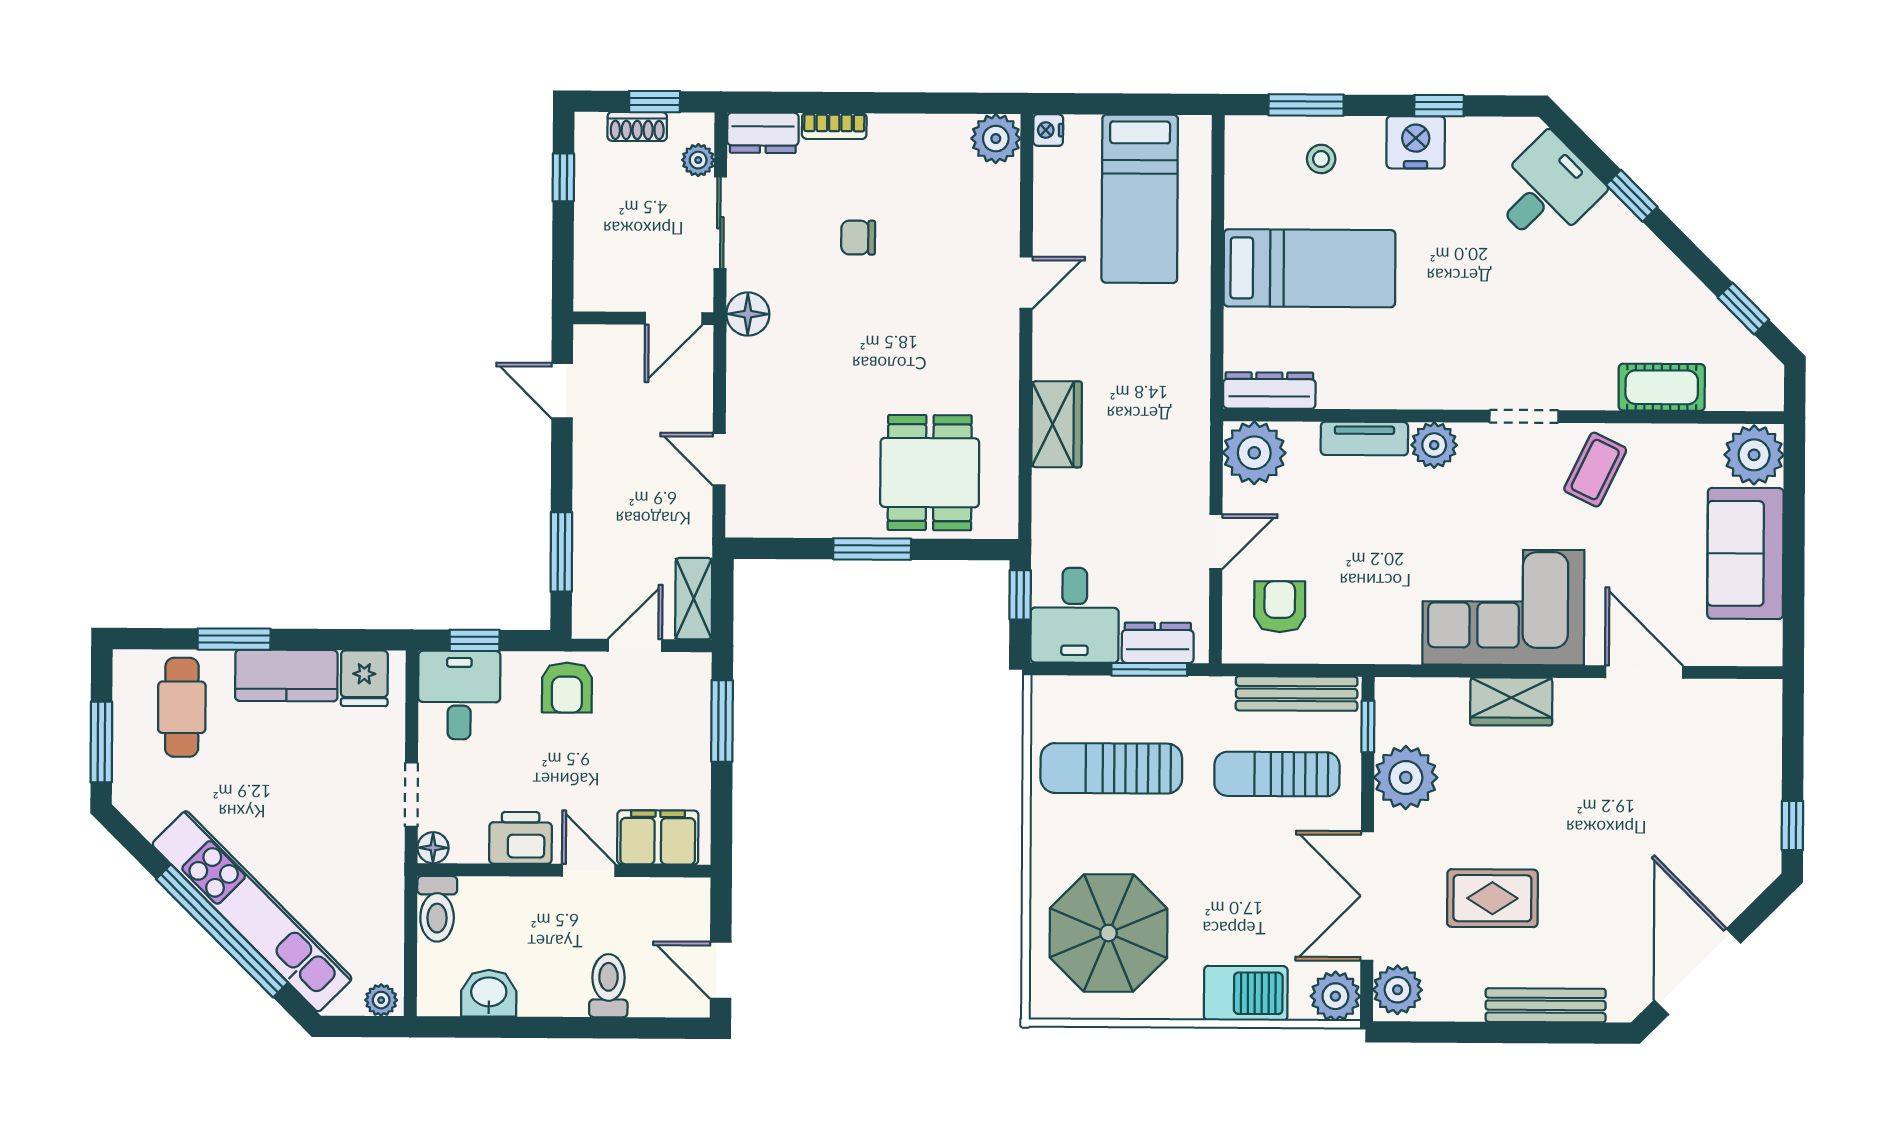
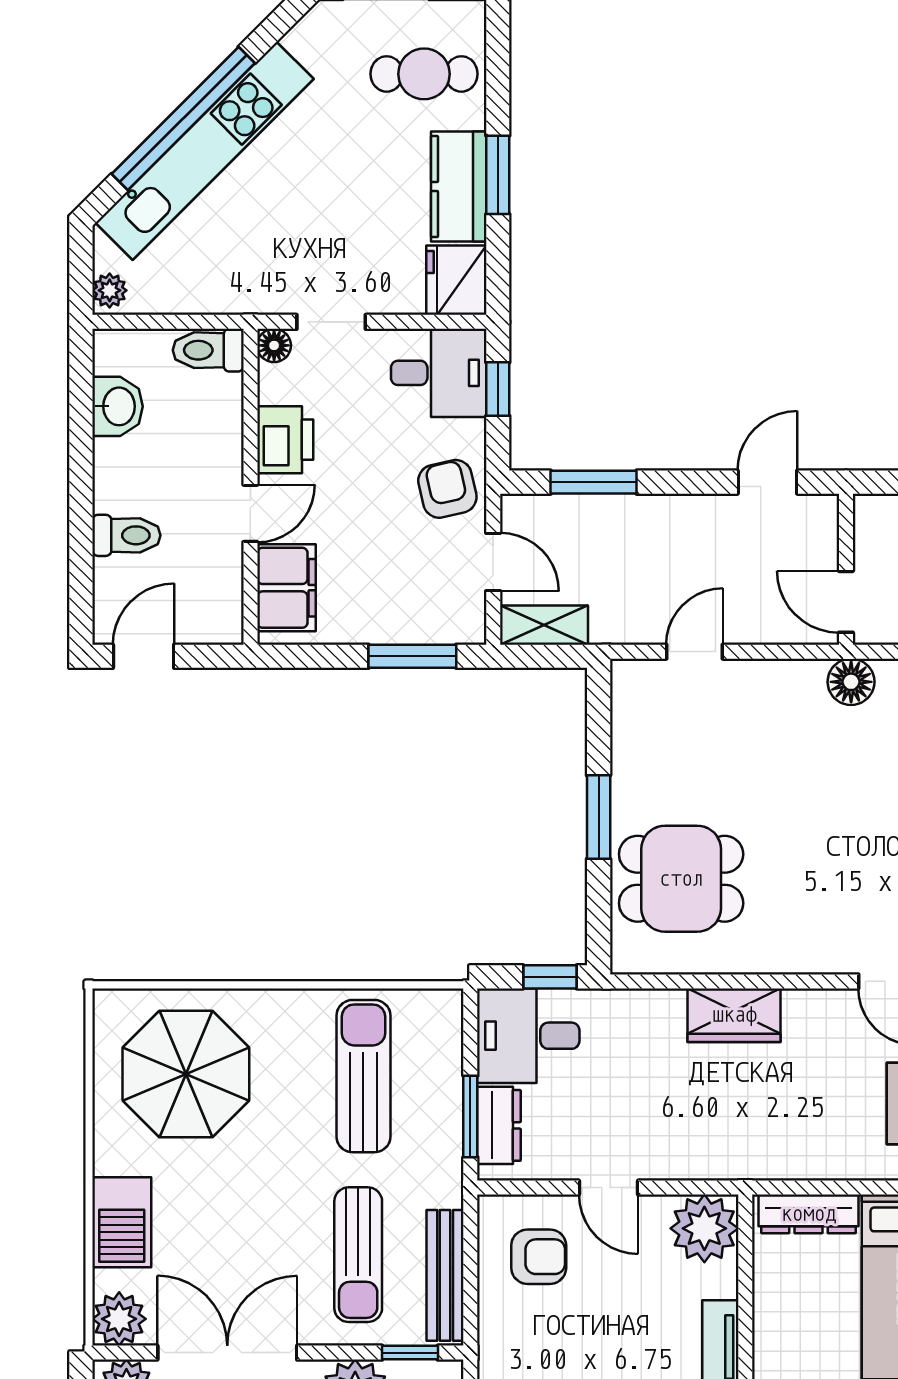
dresser: (1269, 391) -> (808, 1214), moved, turned 90
window: (234, 639) -> (498, 175), moved
fridge: (364, 678) -> (456, 280), width x1.38
armchair: (567, 688) -> (447, 489), turned 77
sun lounger: (1277, 774) -> (358, 1255), turned 180

